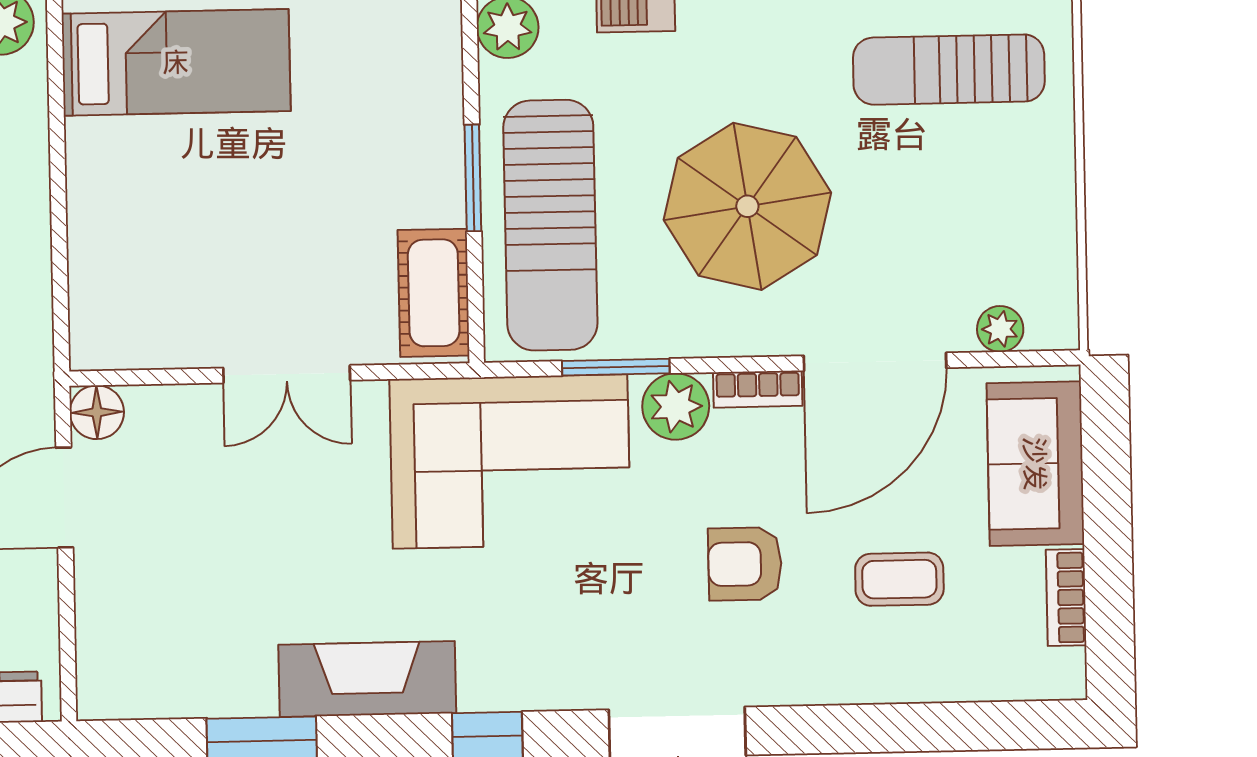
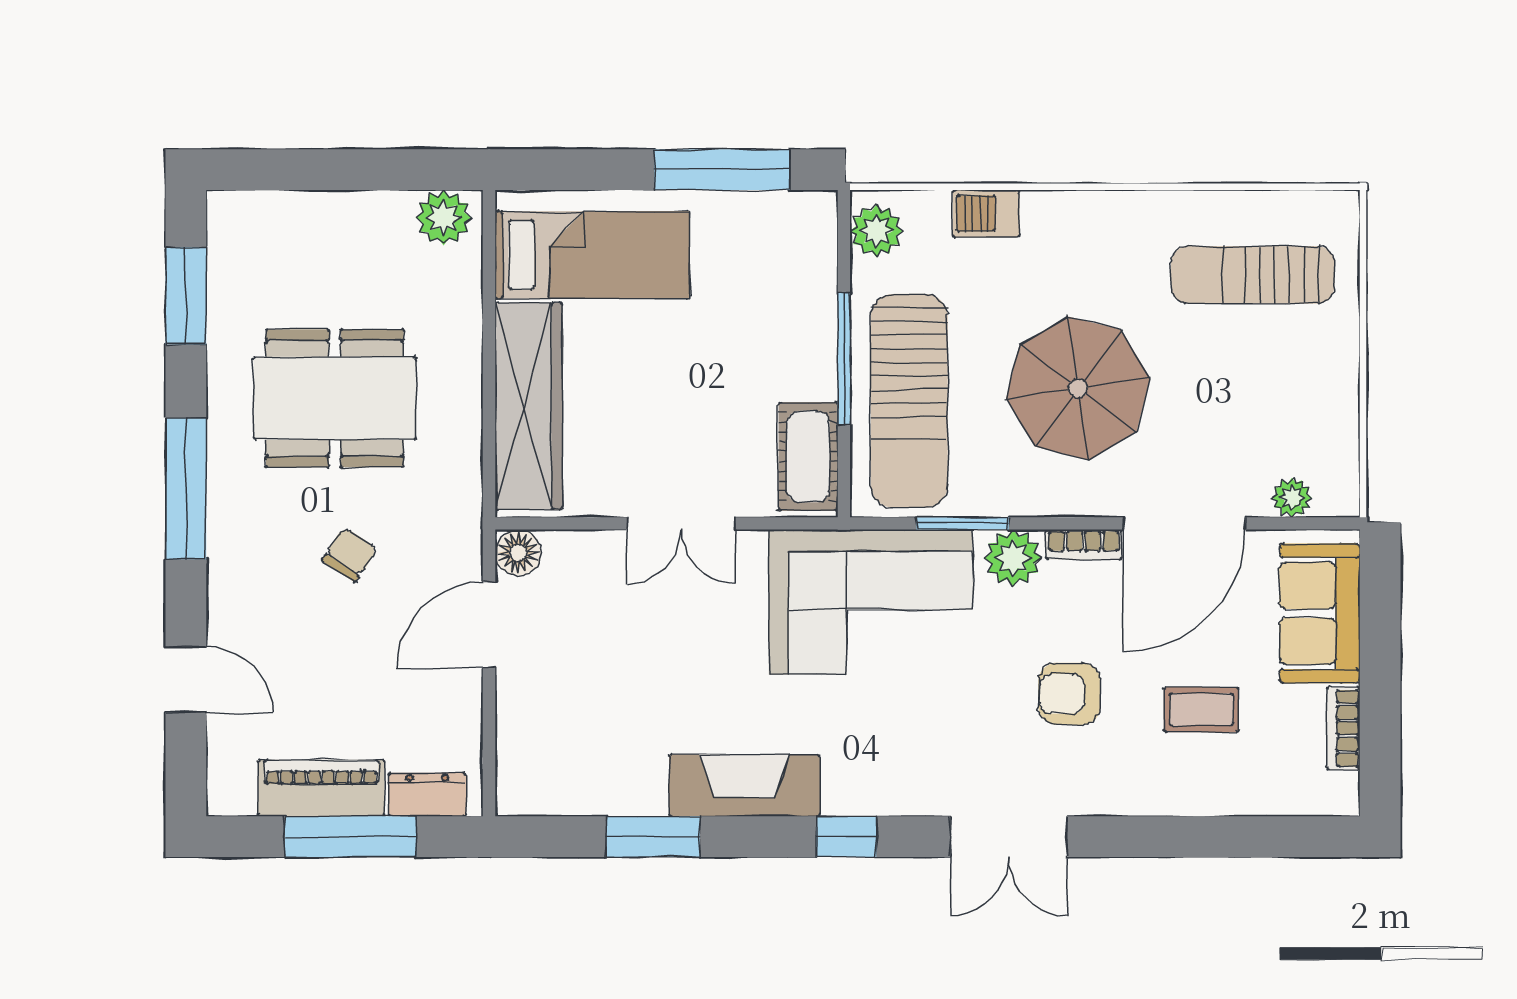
window: (473, 178) -> (844, 359), width x1.44
wardrobe: (105, 241) -> (529, 406), added

